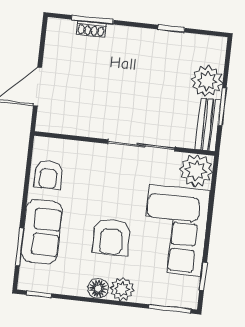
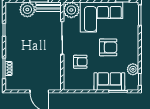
armchair: (48, 175) -> (80, 62), moved
floor lamp: (98, 288) -> (134, 51), removed
plant: (122, 289) -> (133, 69), moved

